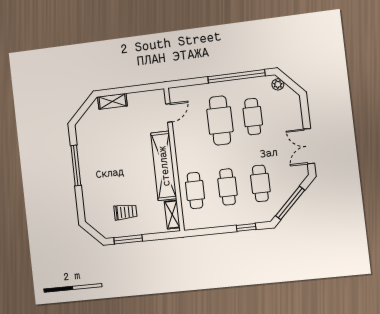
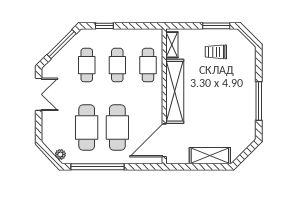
shelving: (112, 101) -> (210, 156), width x1.50, depth x1.33
door: (169, 113) -> (164, 140), width x1.88
cafe table: (253, 117) -> (87, 128), width x1.37, depth x1.35

